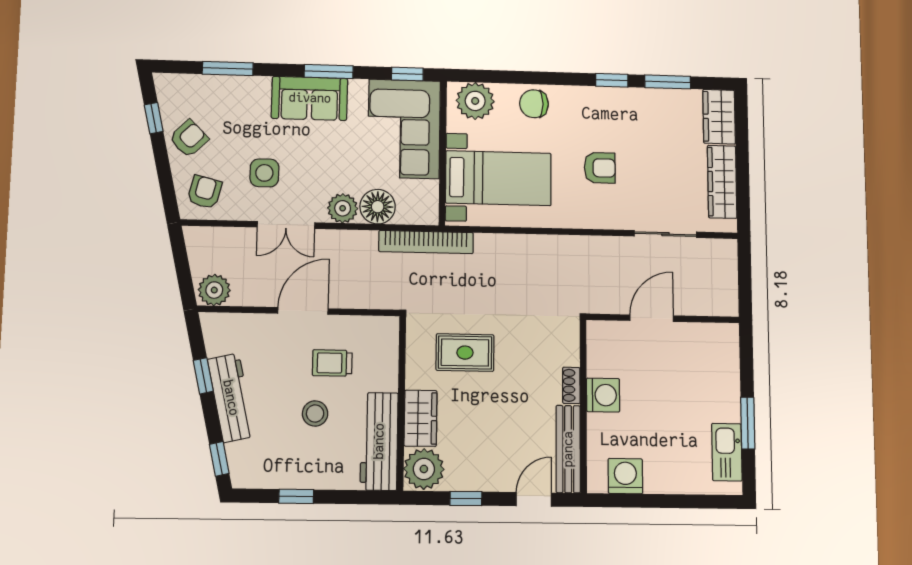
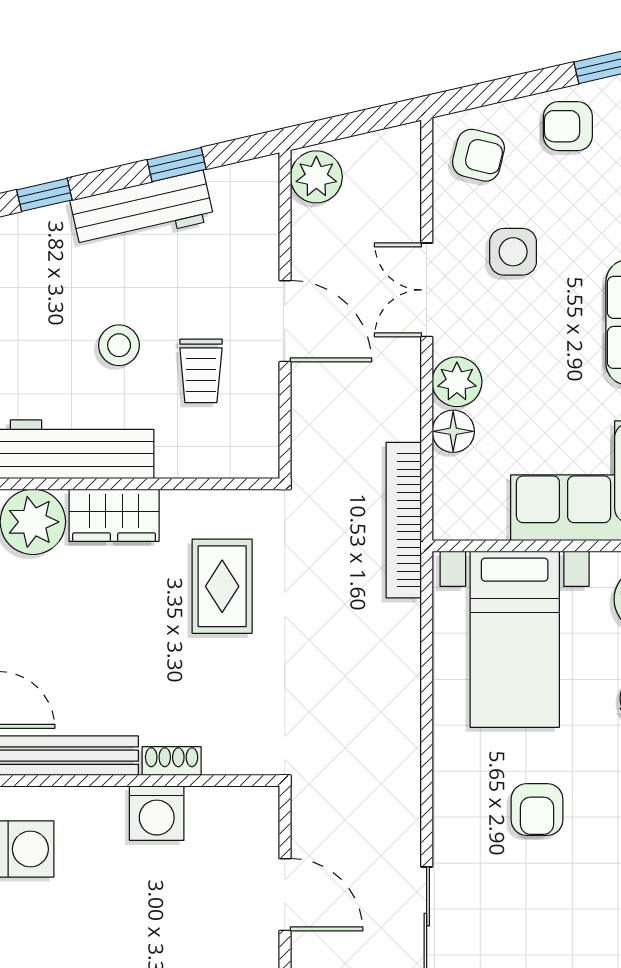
armchair: (189, 138) -> (568, 126), turned 135
floor lamp: (378, 207) -> (453, 431), width x0.73, depth x0.73
trolley: (332, 363) -> (201, 371), turned 180

